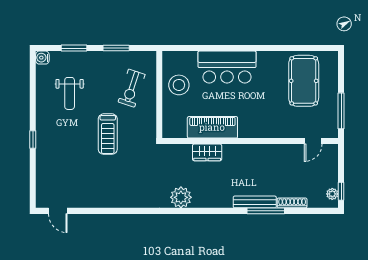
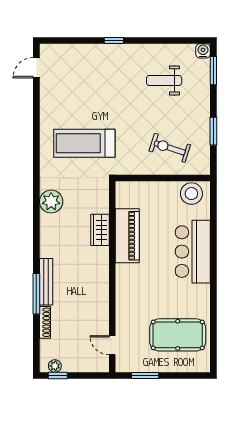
window: (74, 48) -> (213, 71), moved
stool: (179, 85) -> (191, 194), moved
window: (341, 111) -> (145, 376), width x0.69
treadmill: (108, 134) -> (84, 143), moved, width x1.37, depth x1.38

